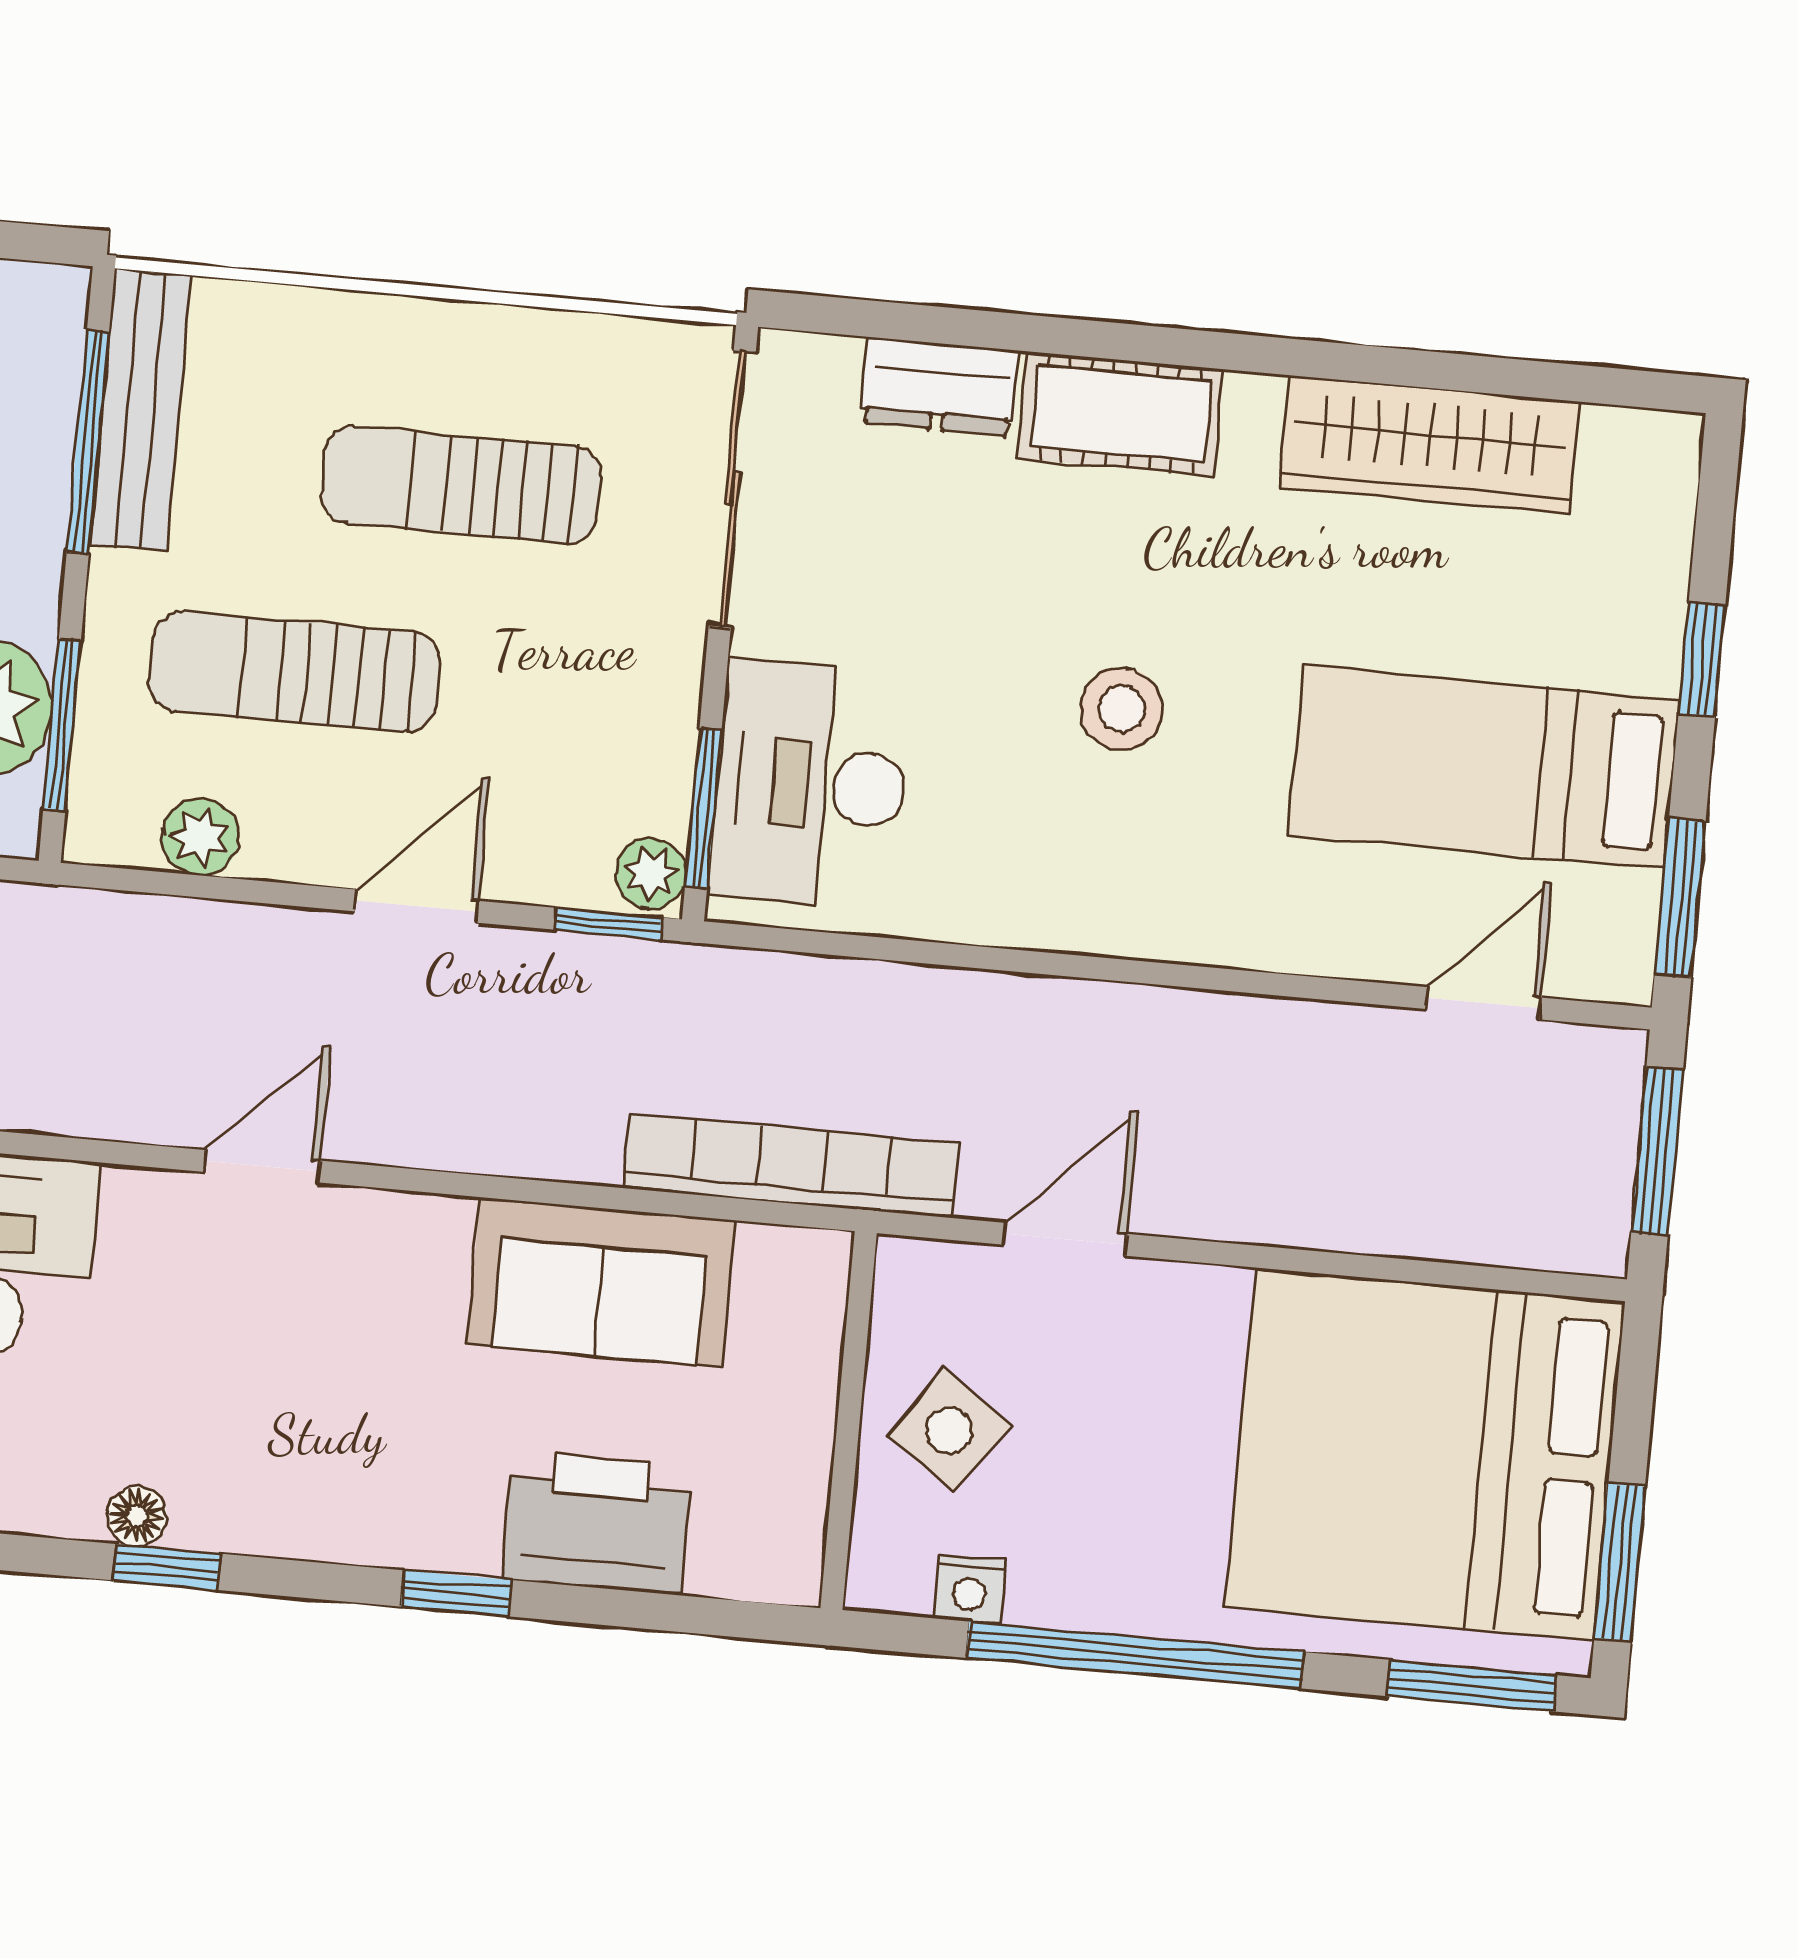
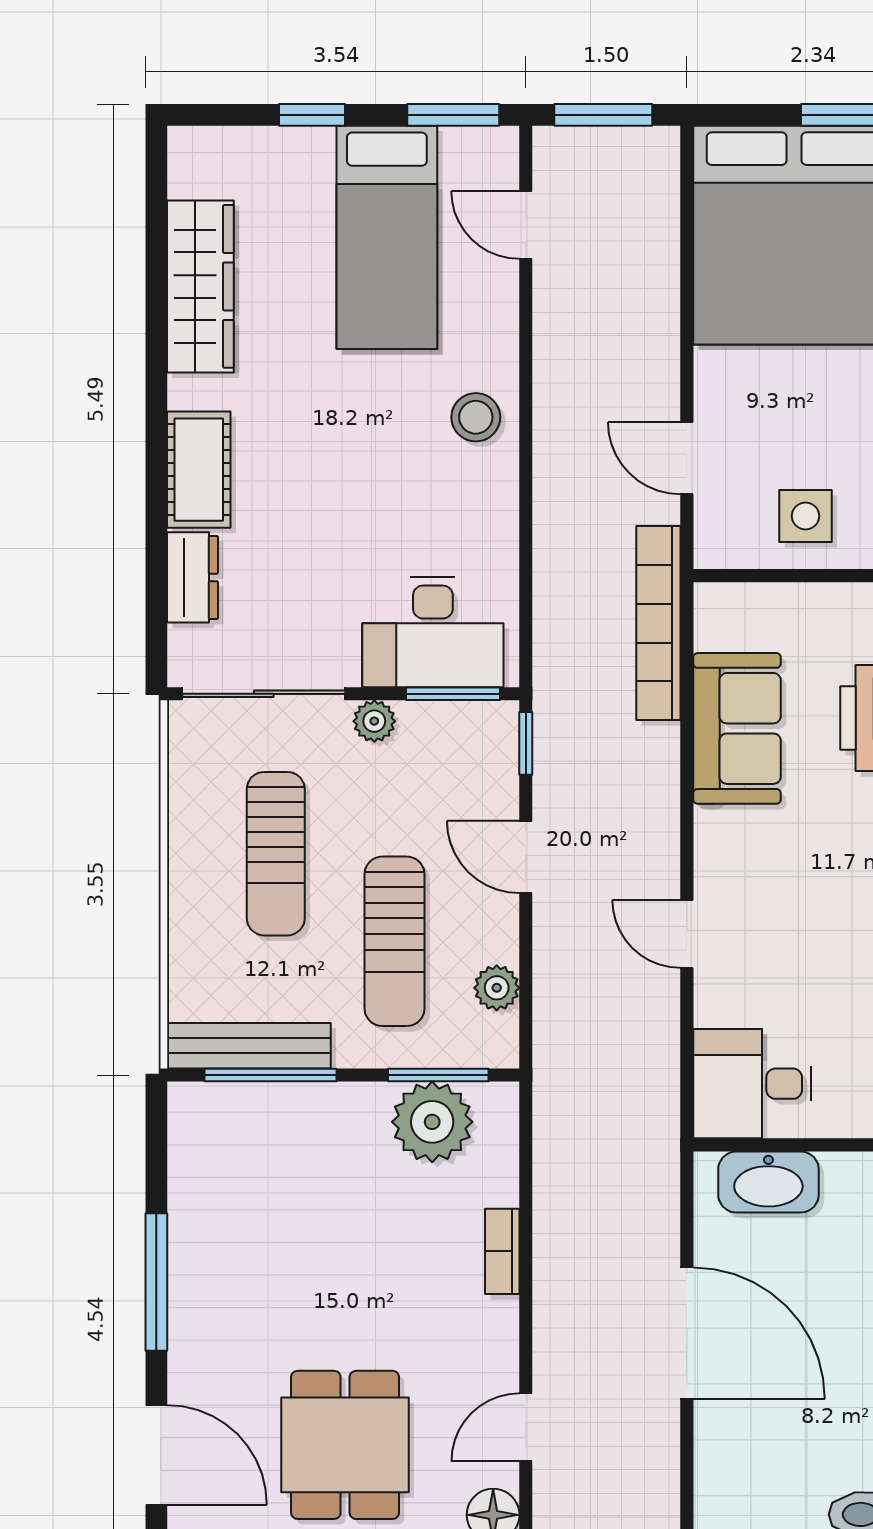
stool: (1121, 709) -> (476, 417), moved
plant: (651, 874) -> (374, 721), moved
side table: (949, 1431) -> (805, 516), turned -35

